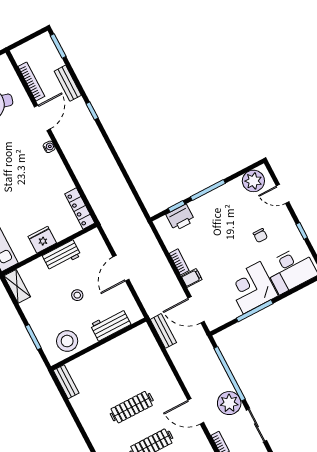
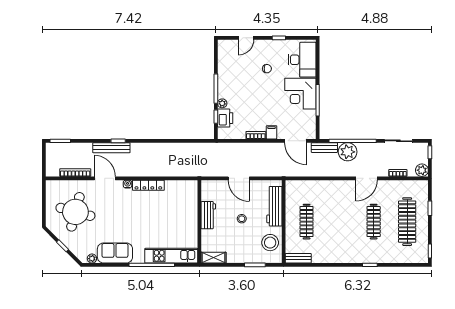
bench: (68, 83) -> (111, 148), moved, width x1.36
plant: (253, 181) -> (222, 103), moved, width x0.53, depth x0.53
locker: (80, 208) -> (148, 185), moved
fridge: (42, 240) -> (190, 223), removed
door: (196, 310) -> (295, 141), hinge flipped
workbench: (110, 325) -> (274, 206), width x1.38
bench: (163, 331) -> (324, 148), moved
plant: (229, 403) -> (348, 152), moved
clothes rail: (132, 407) -> (307, 222), moved

